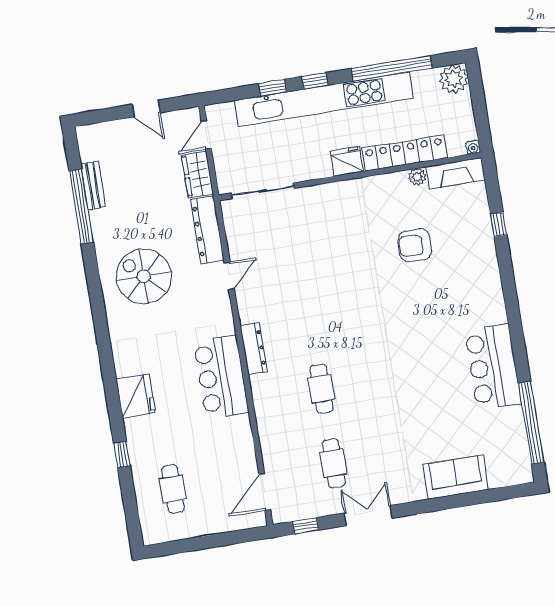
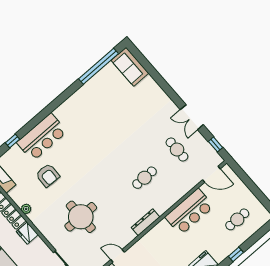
plant: (417, 177) -> (26, 209), moved
round table: (322, 257) -> (81, 217), added
bar counter: (493, 367) -> (42, 137), moved
bar counter: (221, 377) -> (189, 212), moved
cafe table: (334, 463) -> (177, 150), turned 90
sofa: (456, 477) -> (130, 67), moved

